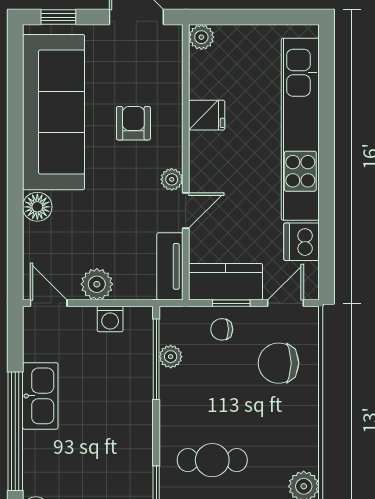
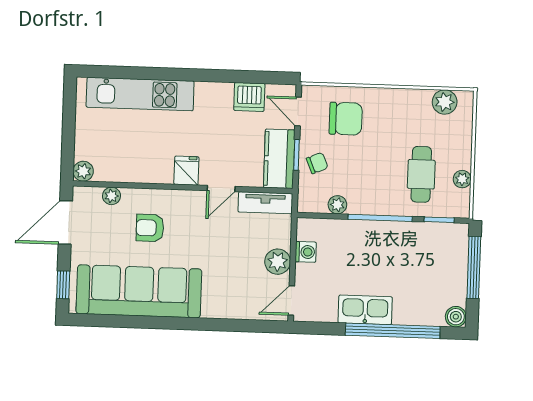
fridge: (207, 115) -> (186, 171), moved
kitchen unit: (300, 129) -> (140, 94), width x0.73
plant: (172, 179) -> (111, 196), moved
floor lamp: (37, 207) -> (214, 307), removed
door: (186, 210) -> (221, 189), swing flipped
chair: (222, 329) -> (317, 163), turned -113
window: (156, 359) -> (380, 218), moved
chair: (279, 363) -> (346, 119), turned -90

